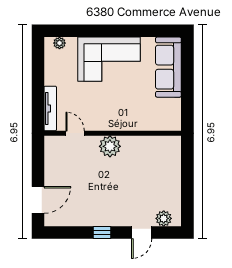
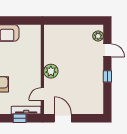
window: (38, 98) -> (20, 118), added
door: (38, 200) -> (63, 118), moved

